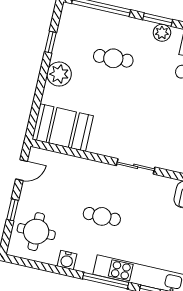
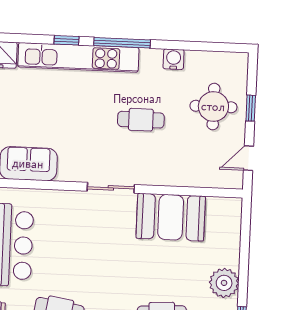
booth: (63, 128) -> (171, 217), moved
round table: (36, 232) -> (213, 107), moved

